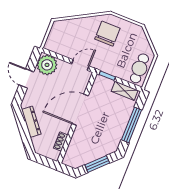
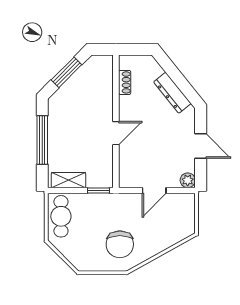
plant: (47, 65) -> (188, 180), width x0.53, depth x0.53
door: (80, 65) -> (154, 190), moved
door: (80, 110) -> (116, 133), width x0.53

